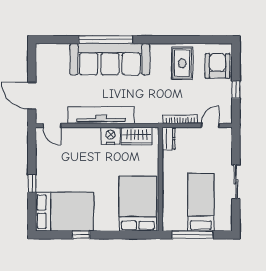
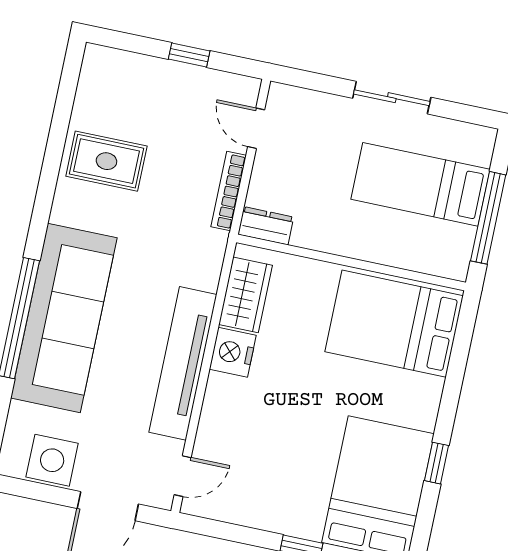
armchair: (218, 66) -> (128, 84), removed
side table: (47, 67) -> (52, 460), added

